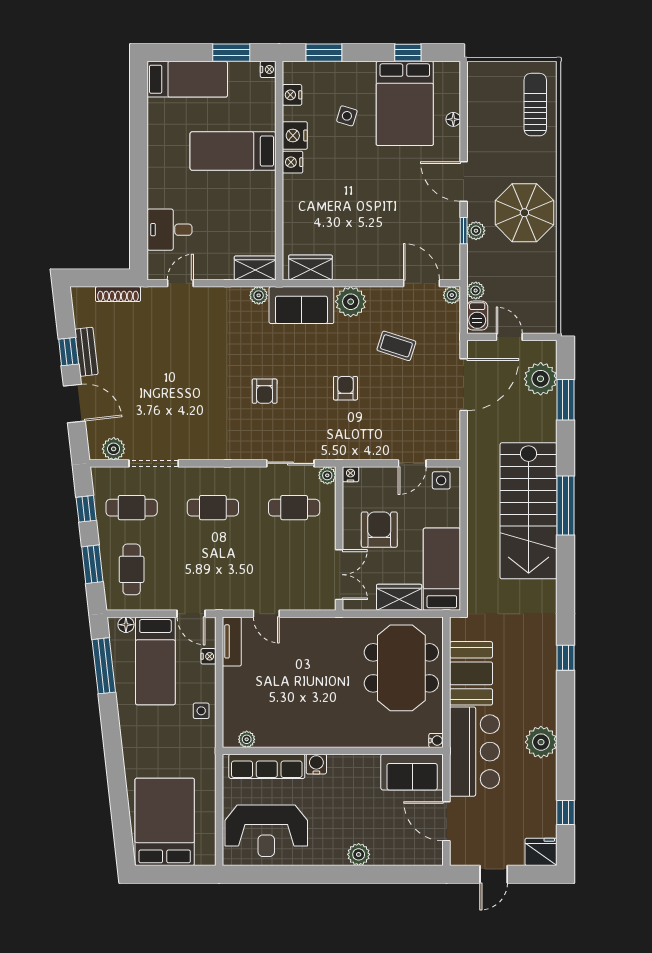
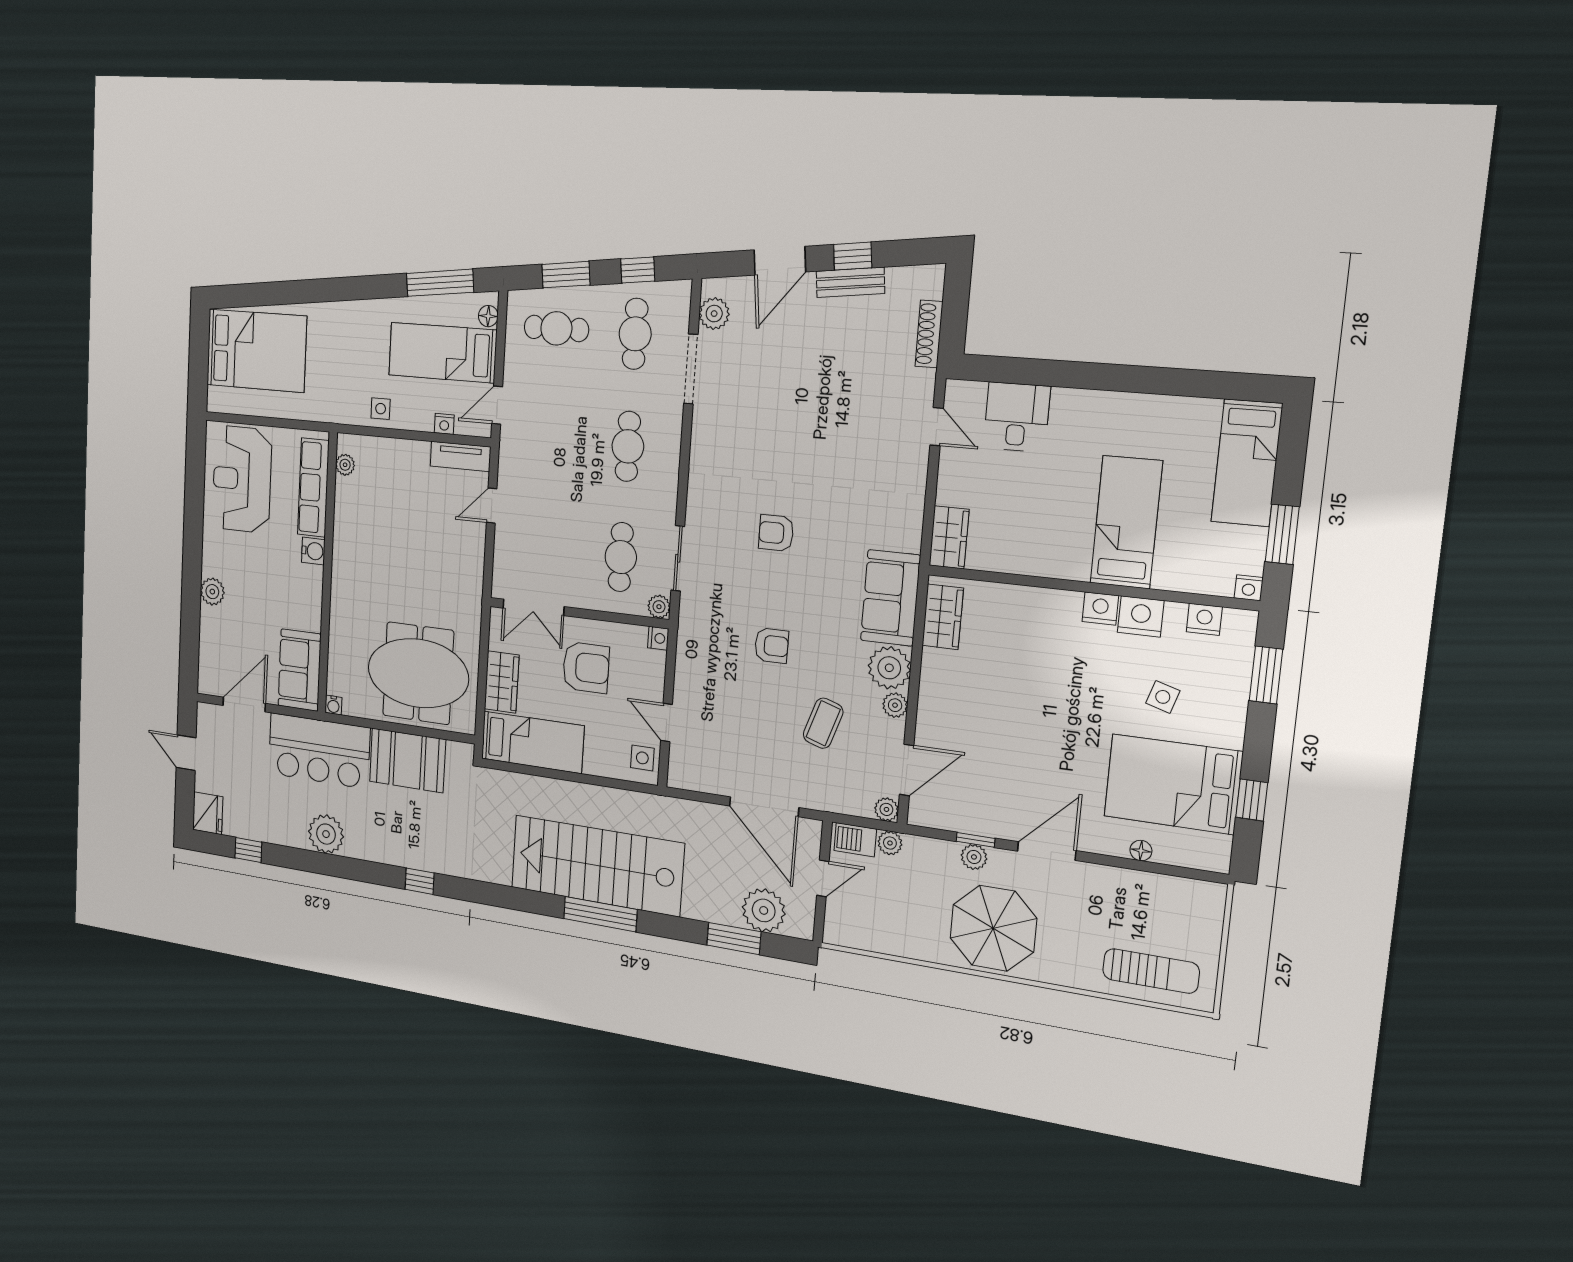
plant: (259, 295) -> (895, 705), moved

